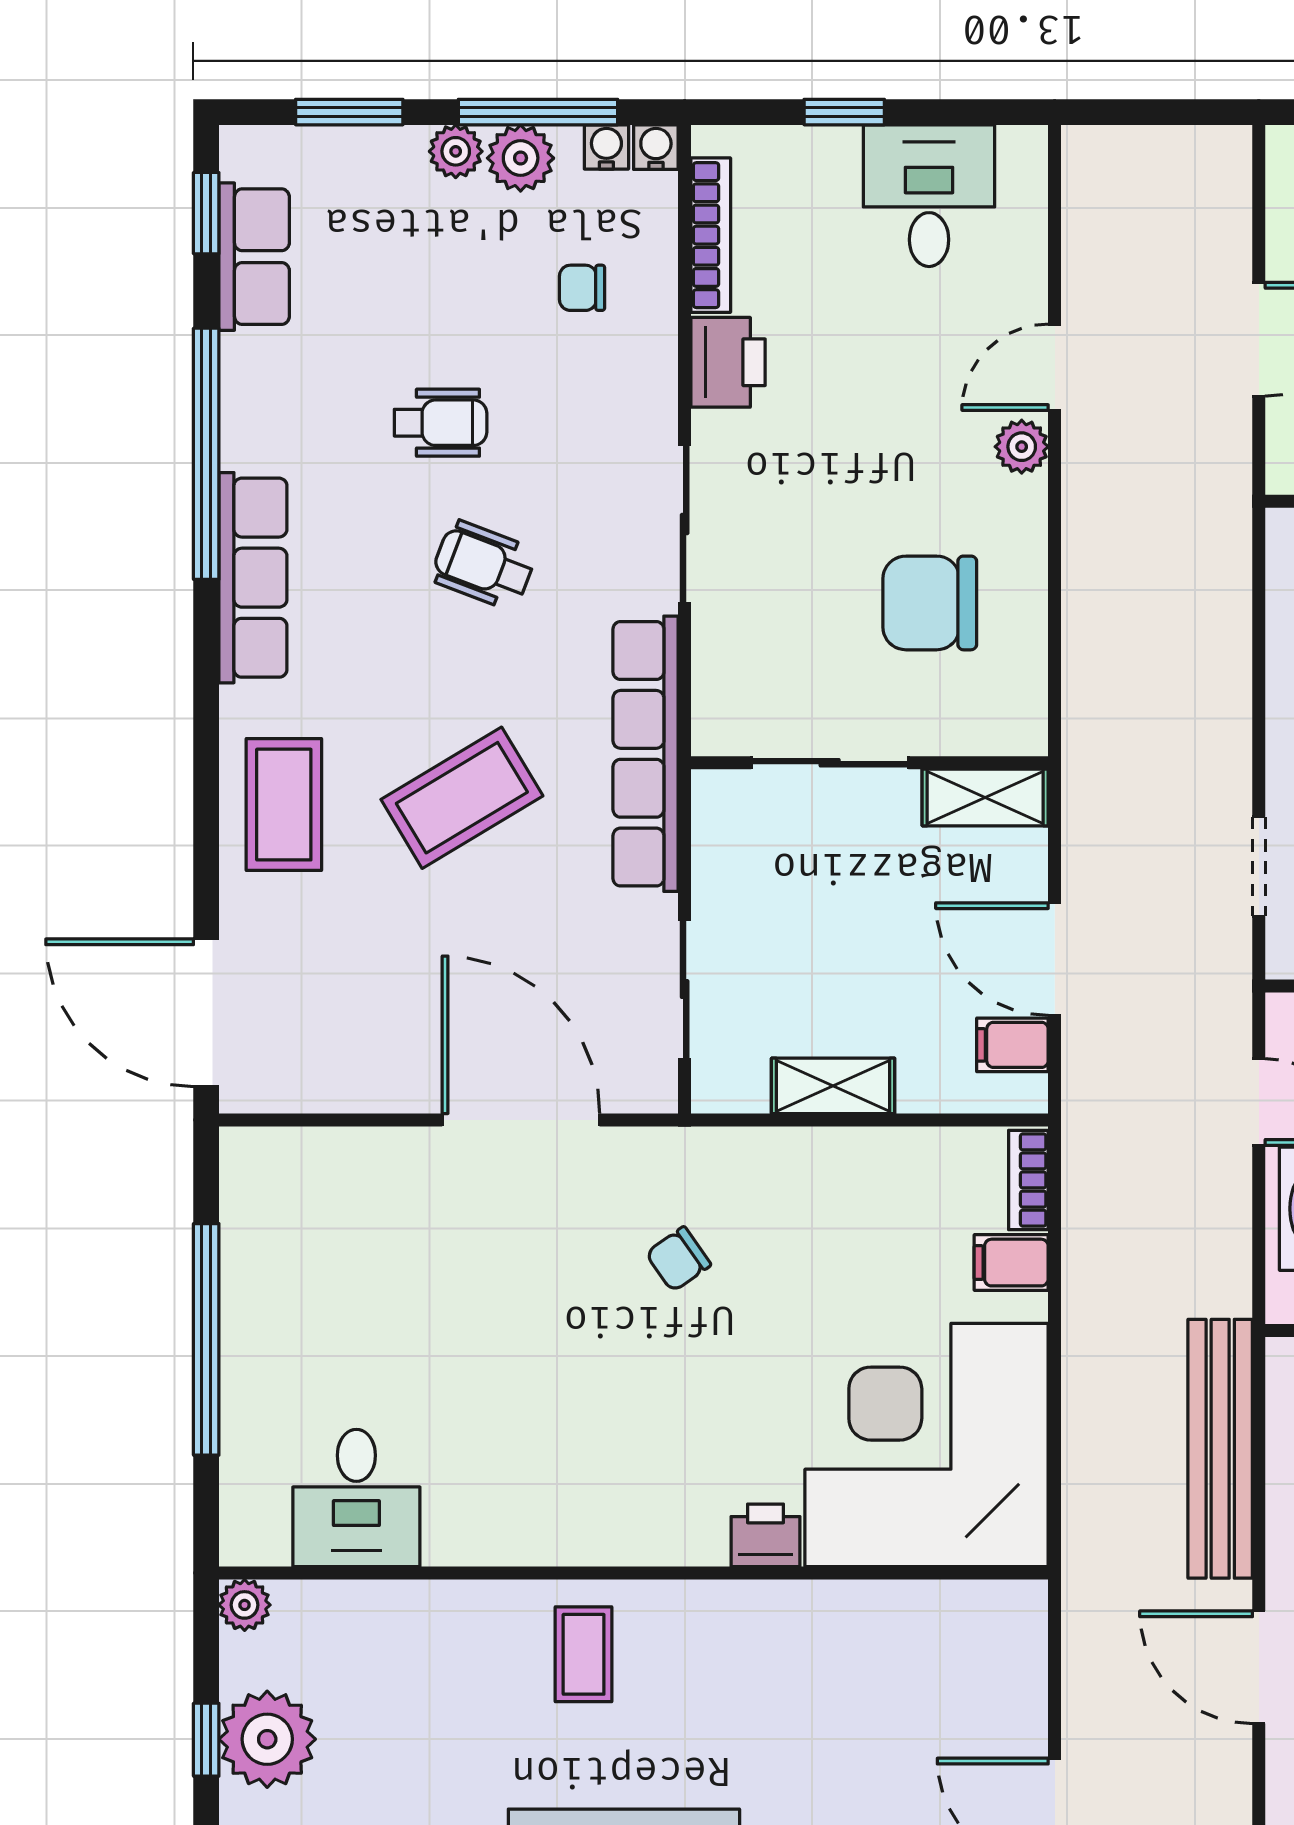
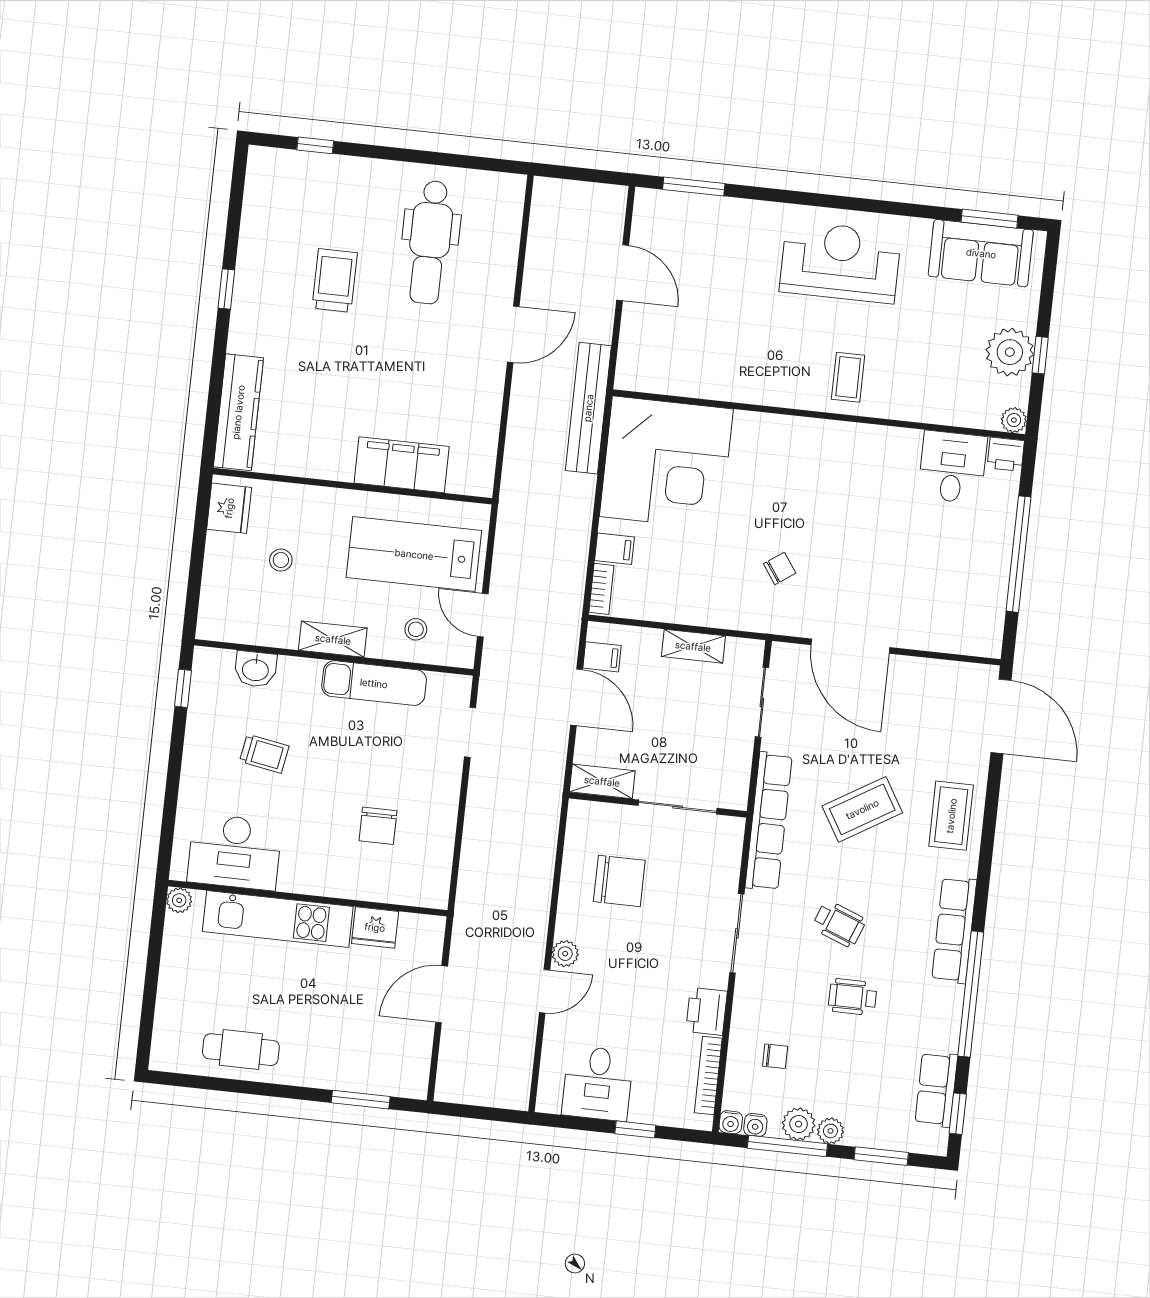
bench: (1220, 1449) -> (588, 408), moved
printer: (766, 1535) -> (1006, 454), moved
door: (1259, 1667) -> (513, 334), hinge flipped

